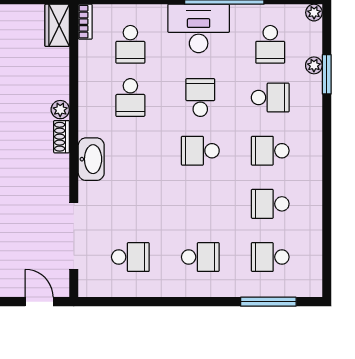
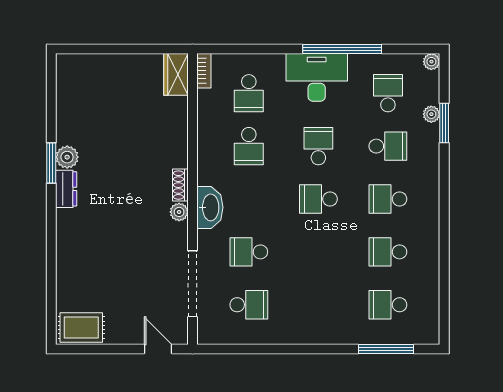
school desk: (270, 44) -> (388, 93), turned 180
plant: (60, 110) -> (179, 212), moved
school desk: (200, 257) -> (249, 252), moved, turned 180

